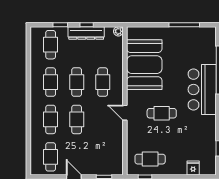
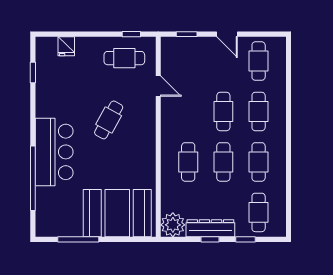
plant: (118, 31) -> (173, 225), width x1.88, depth x1.88
booth: (144, 65) -> (117, 213), moved, turned 90
door: (125, 113) -> (158, 86), moved
cafe table: (162, 113) -> (109, 120), turned -61

